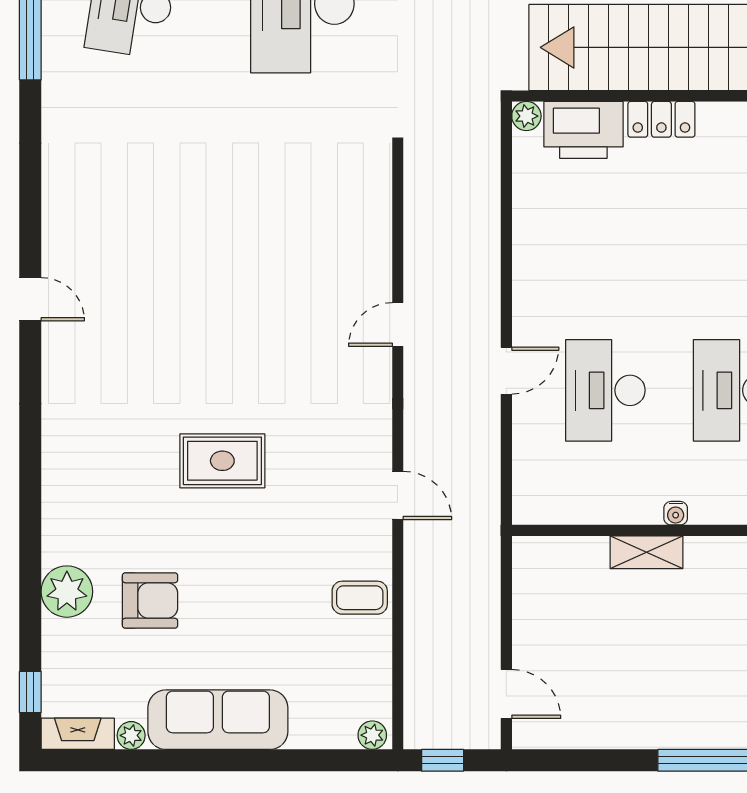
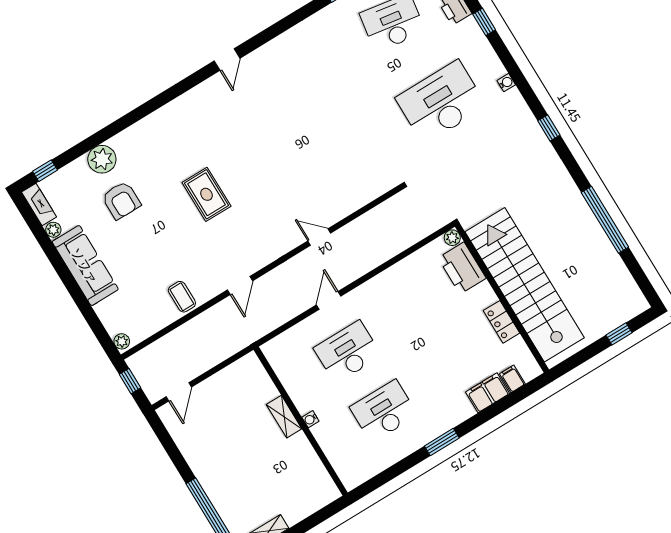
locker: (661, 119) -> (502, 322), moved
door: (506, 371) -> (329, 300), swing flipped

